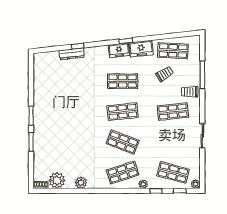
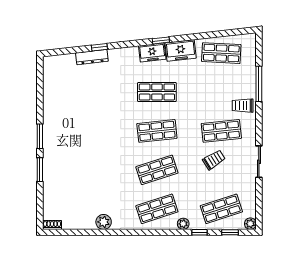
trolley: (165, 74) -> (214, 160), moved
shop shelf: (123, 142) -> (157, 170), turned -39
shop shelf: (173, 172) -> (221, 209), turned -33
plant: (57, 181) -> (73, 219), removed

